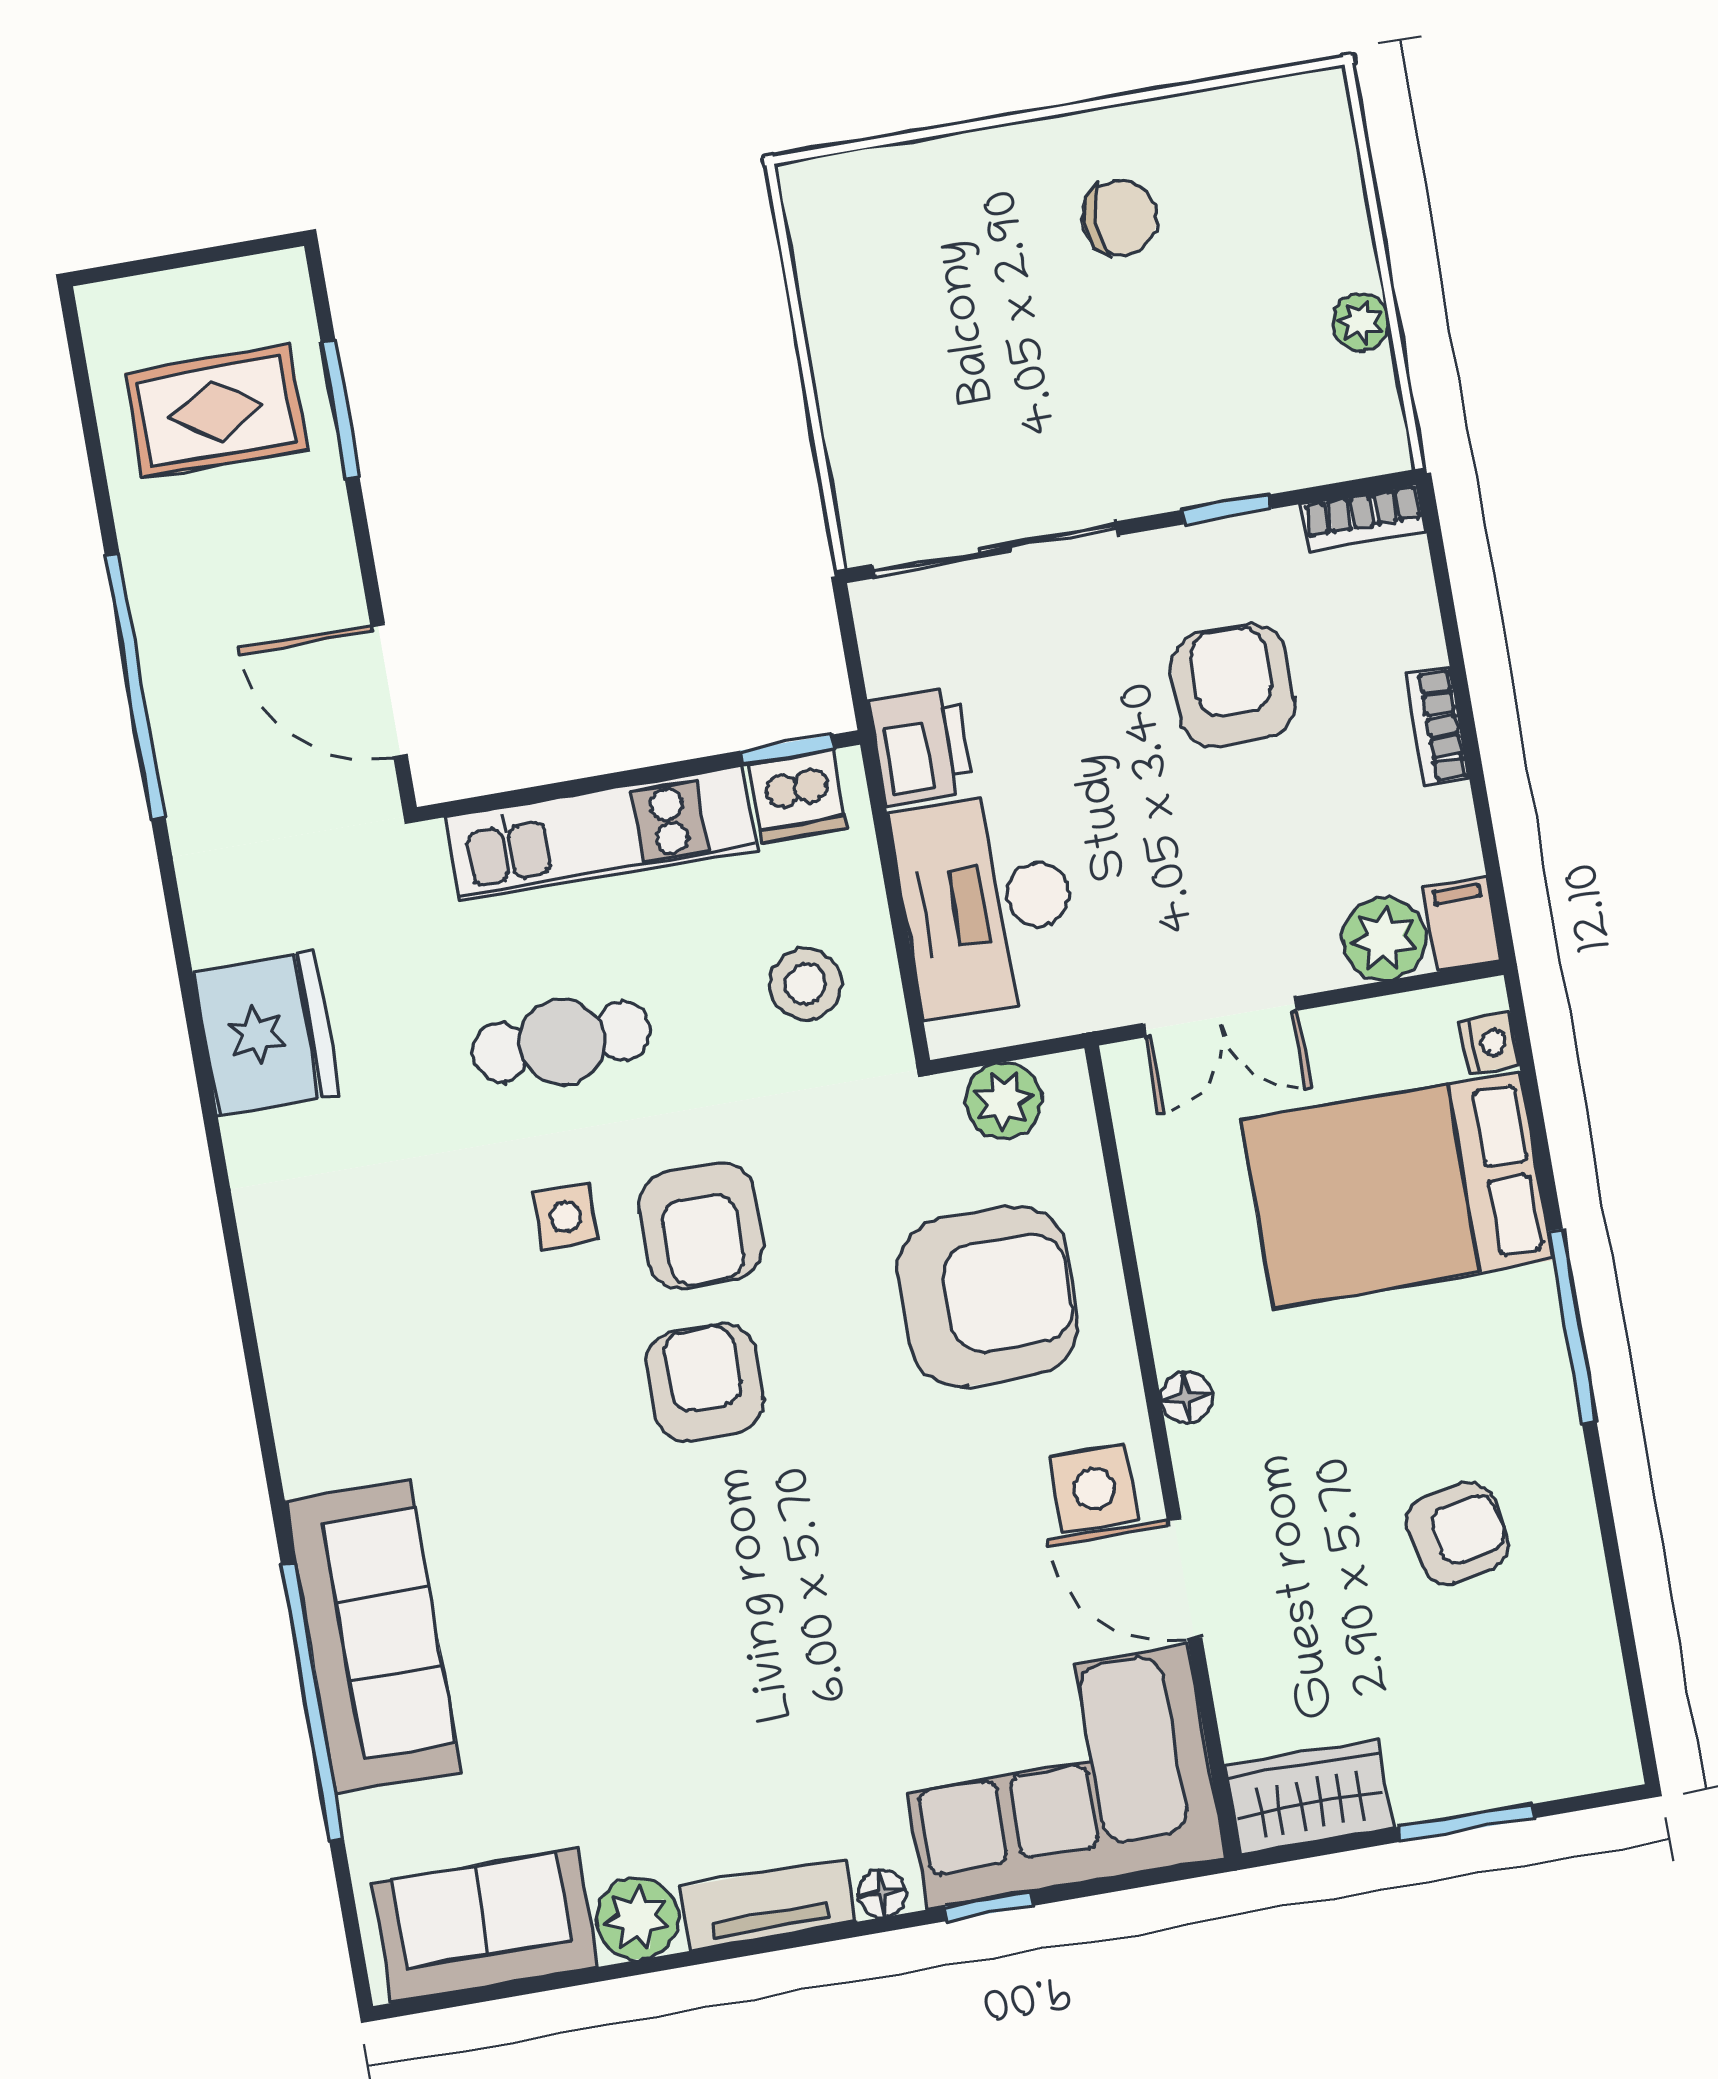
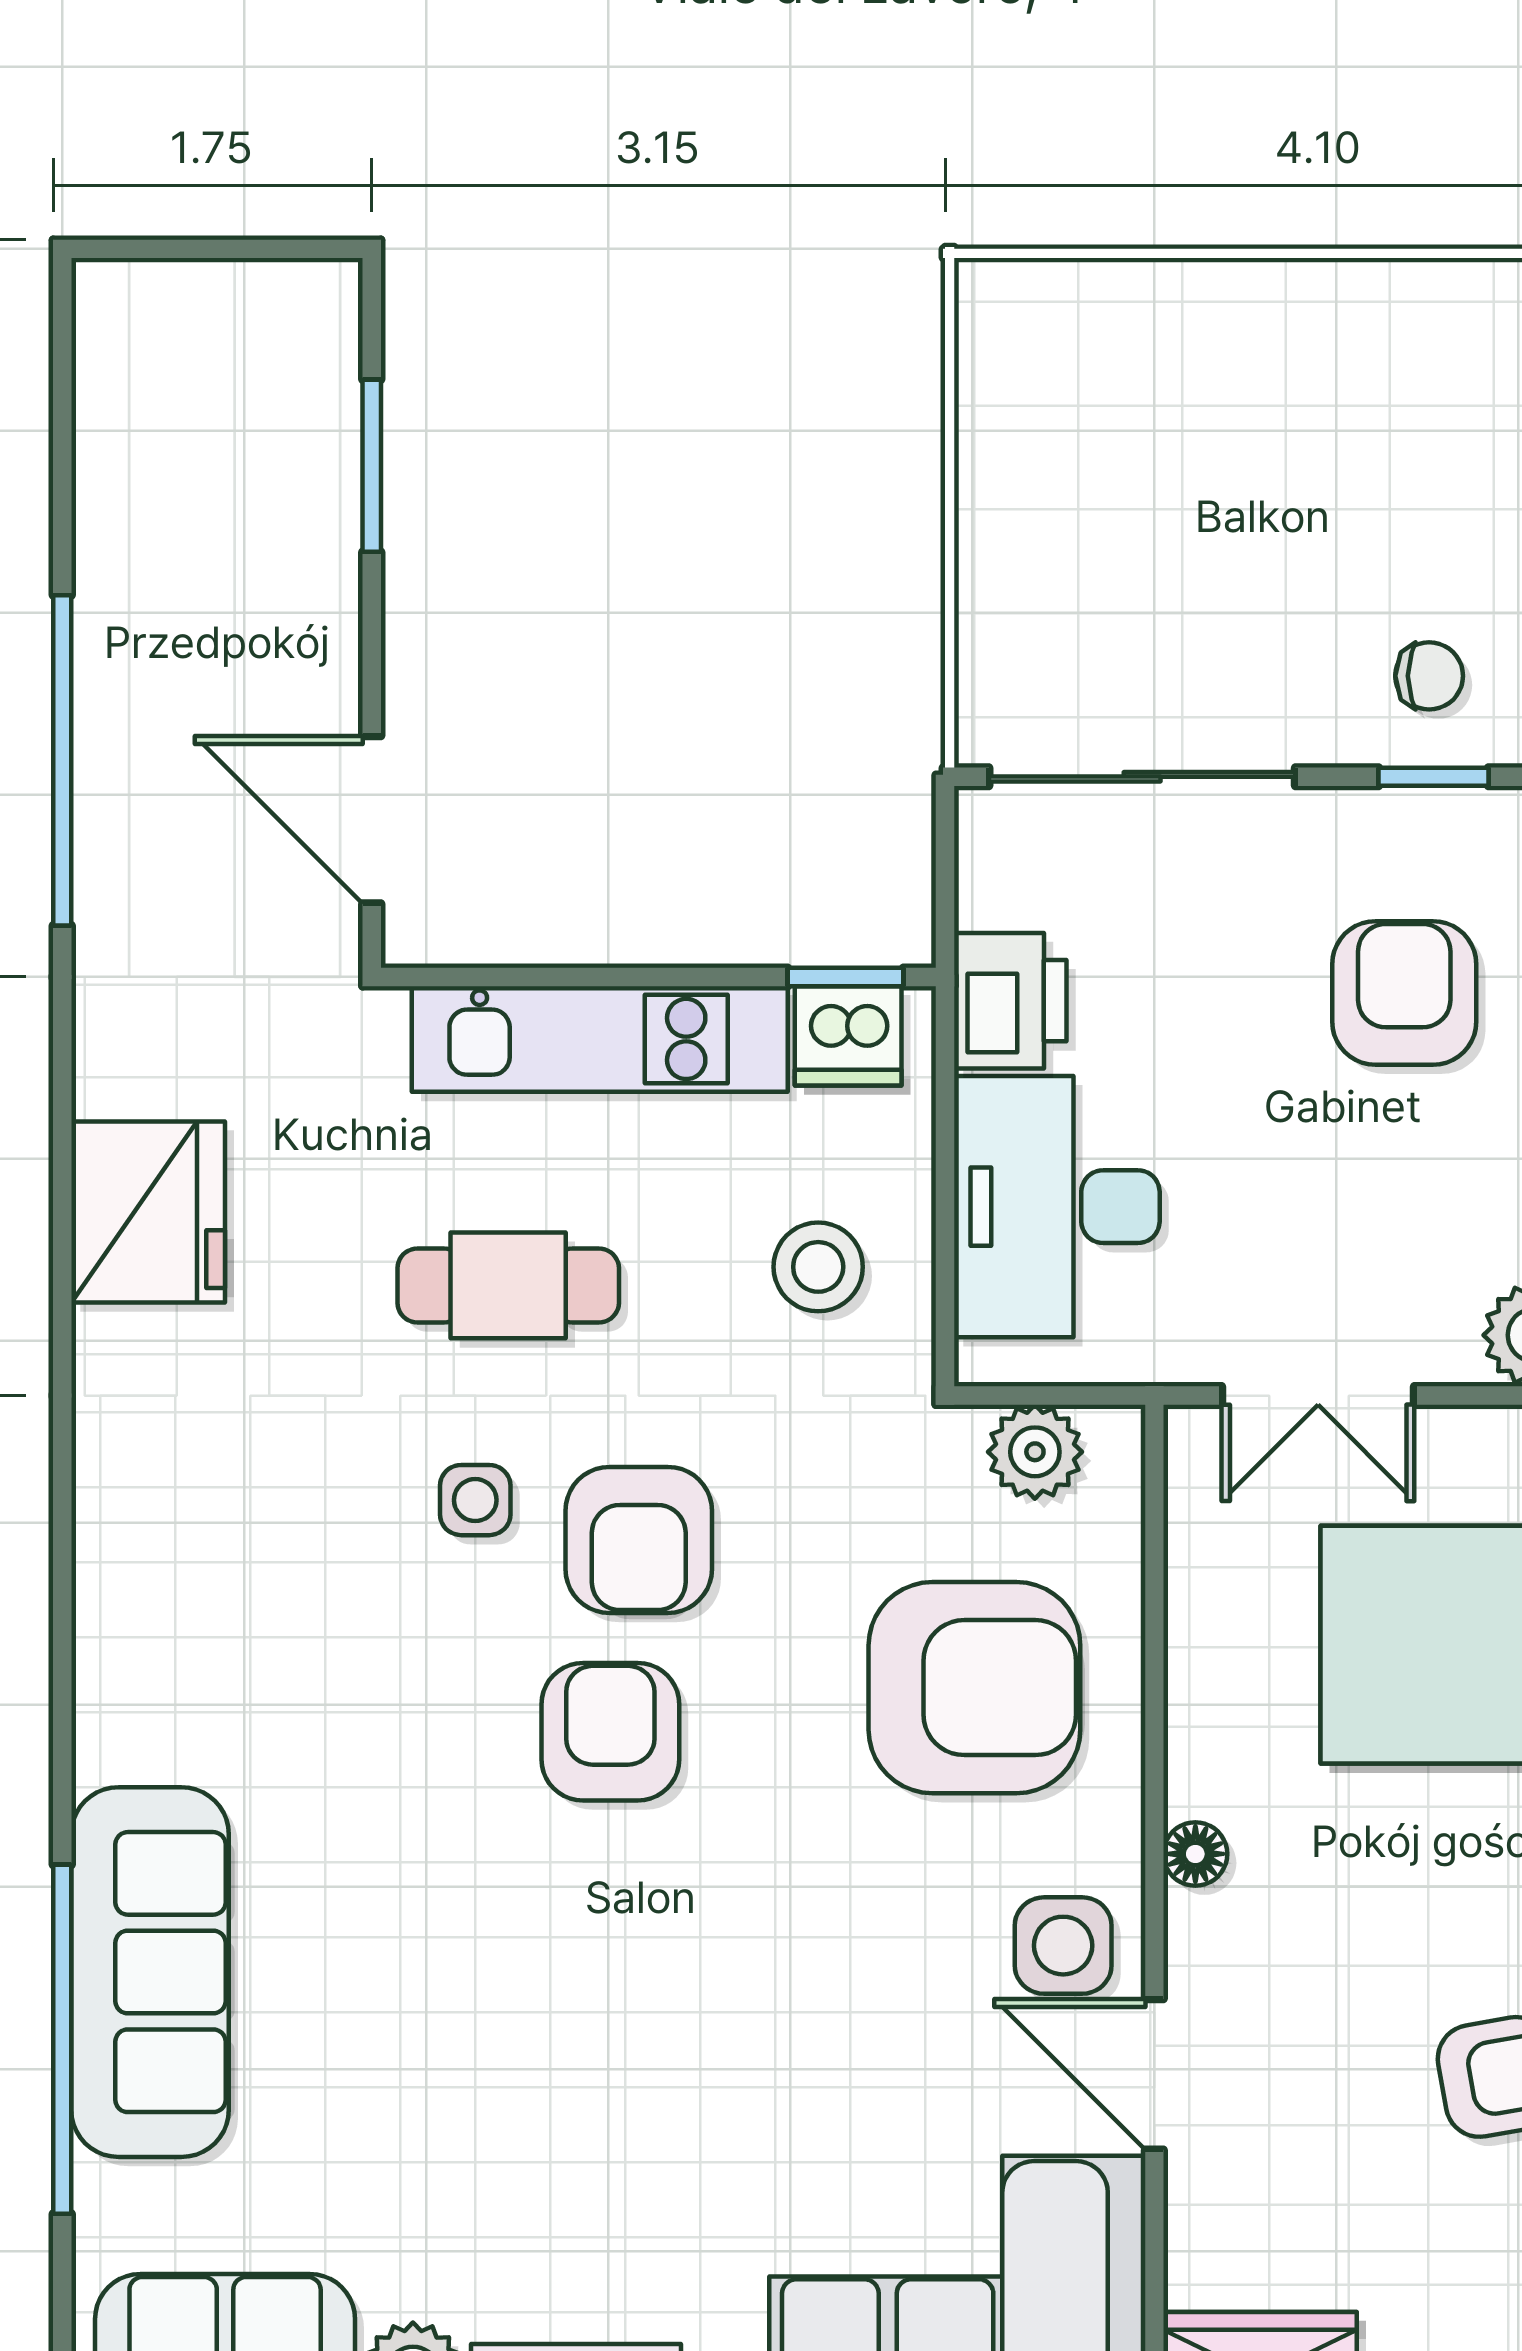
chair: (1120, 218) -> (1429, 676), moved, width x0.73, depth x0.73
rug: (216, 411) -> (220, 441), removed

